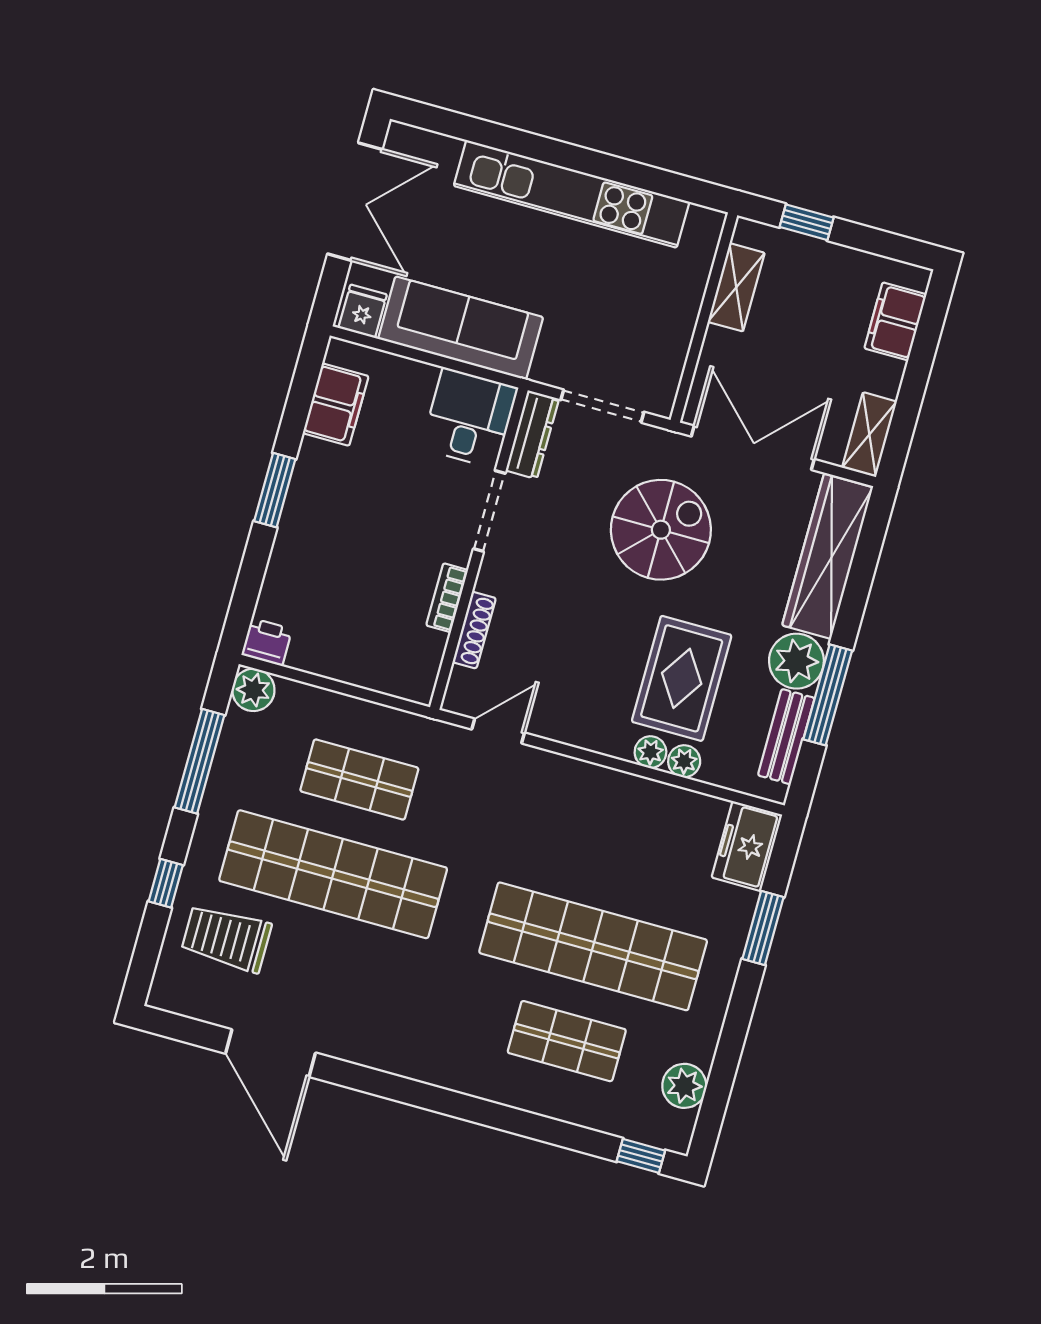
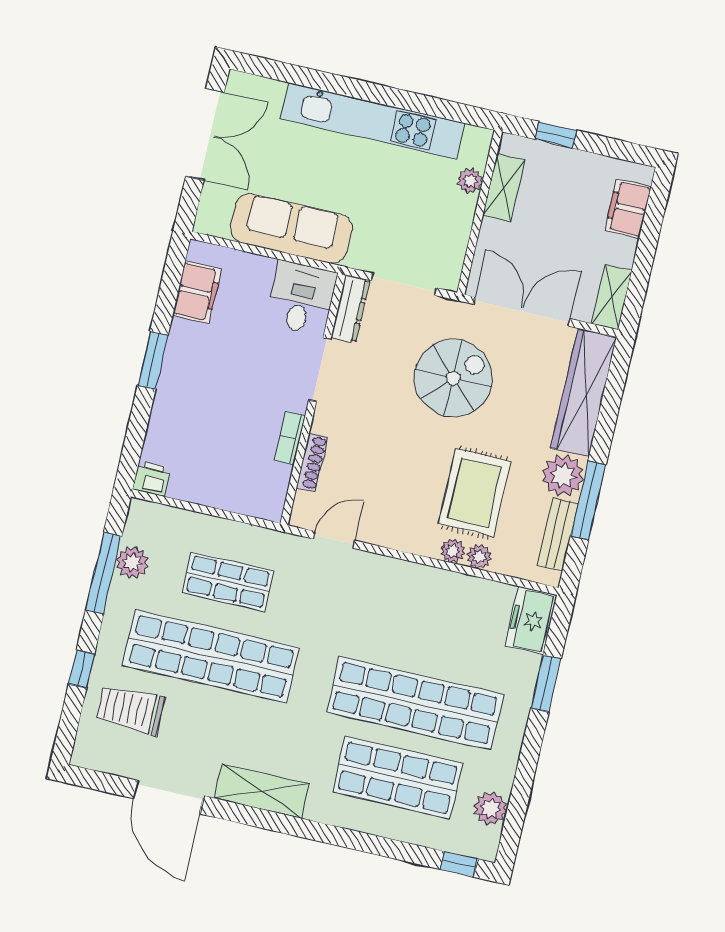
plant: (693, 277) -> (470, 181), added
fridge: (363, 311) -> (215, 219), removed
plant: (253, 690) -> (132, 563), moved
shop shelf: (567, 1041) -> (398, 778), width x1.43, depth x1.36
shelving: (391, 1051) -> (262, 791), added

